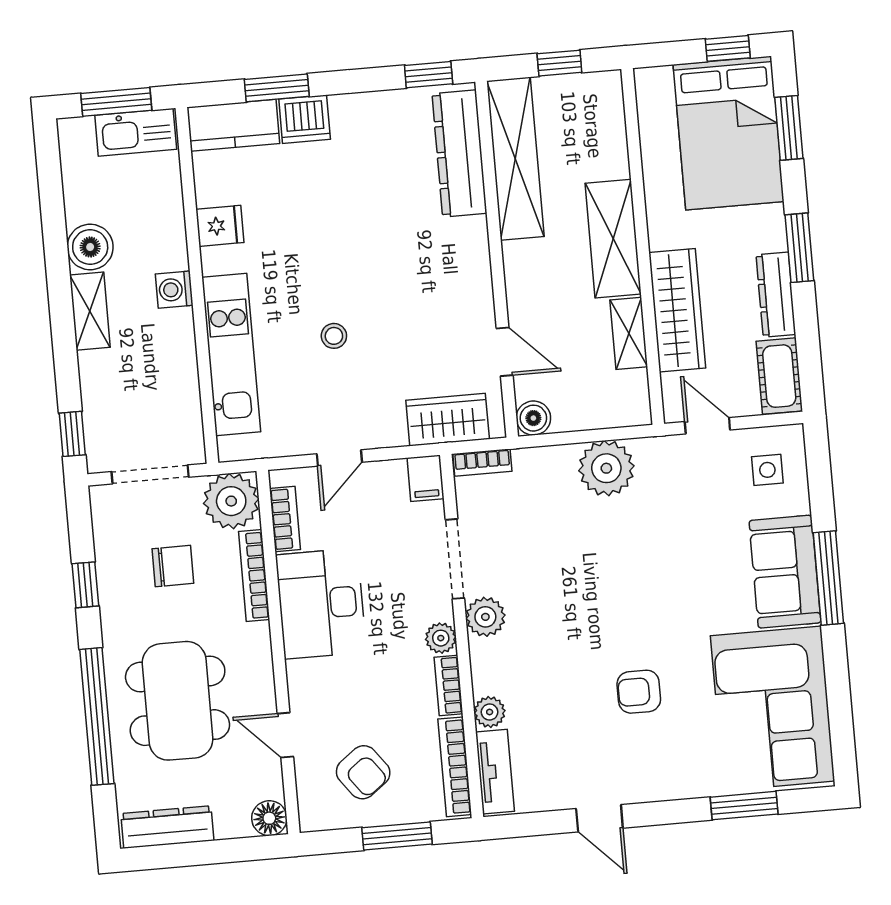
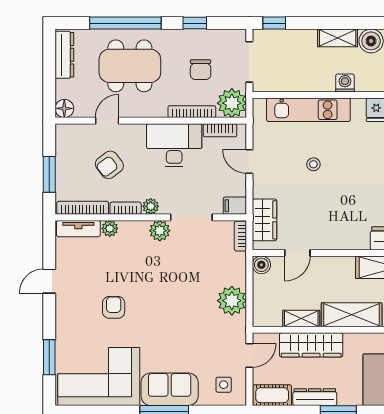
armchair: (363, 772) -> (109, 165), moved

